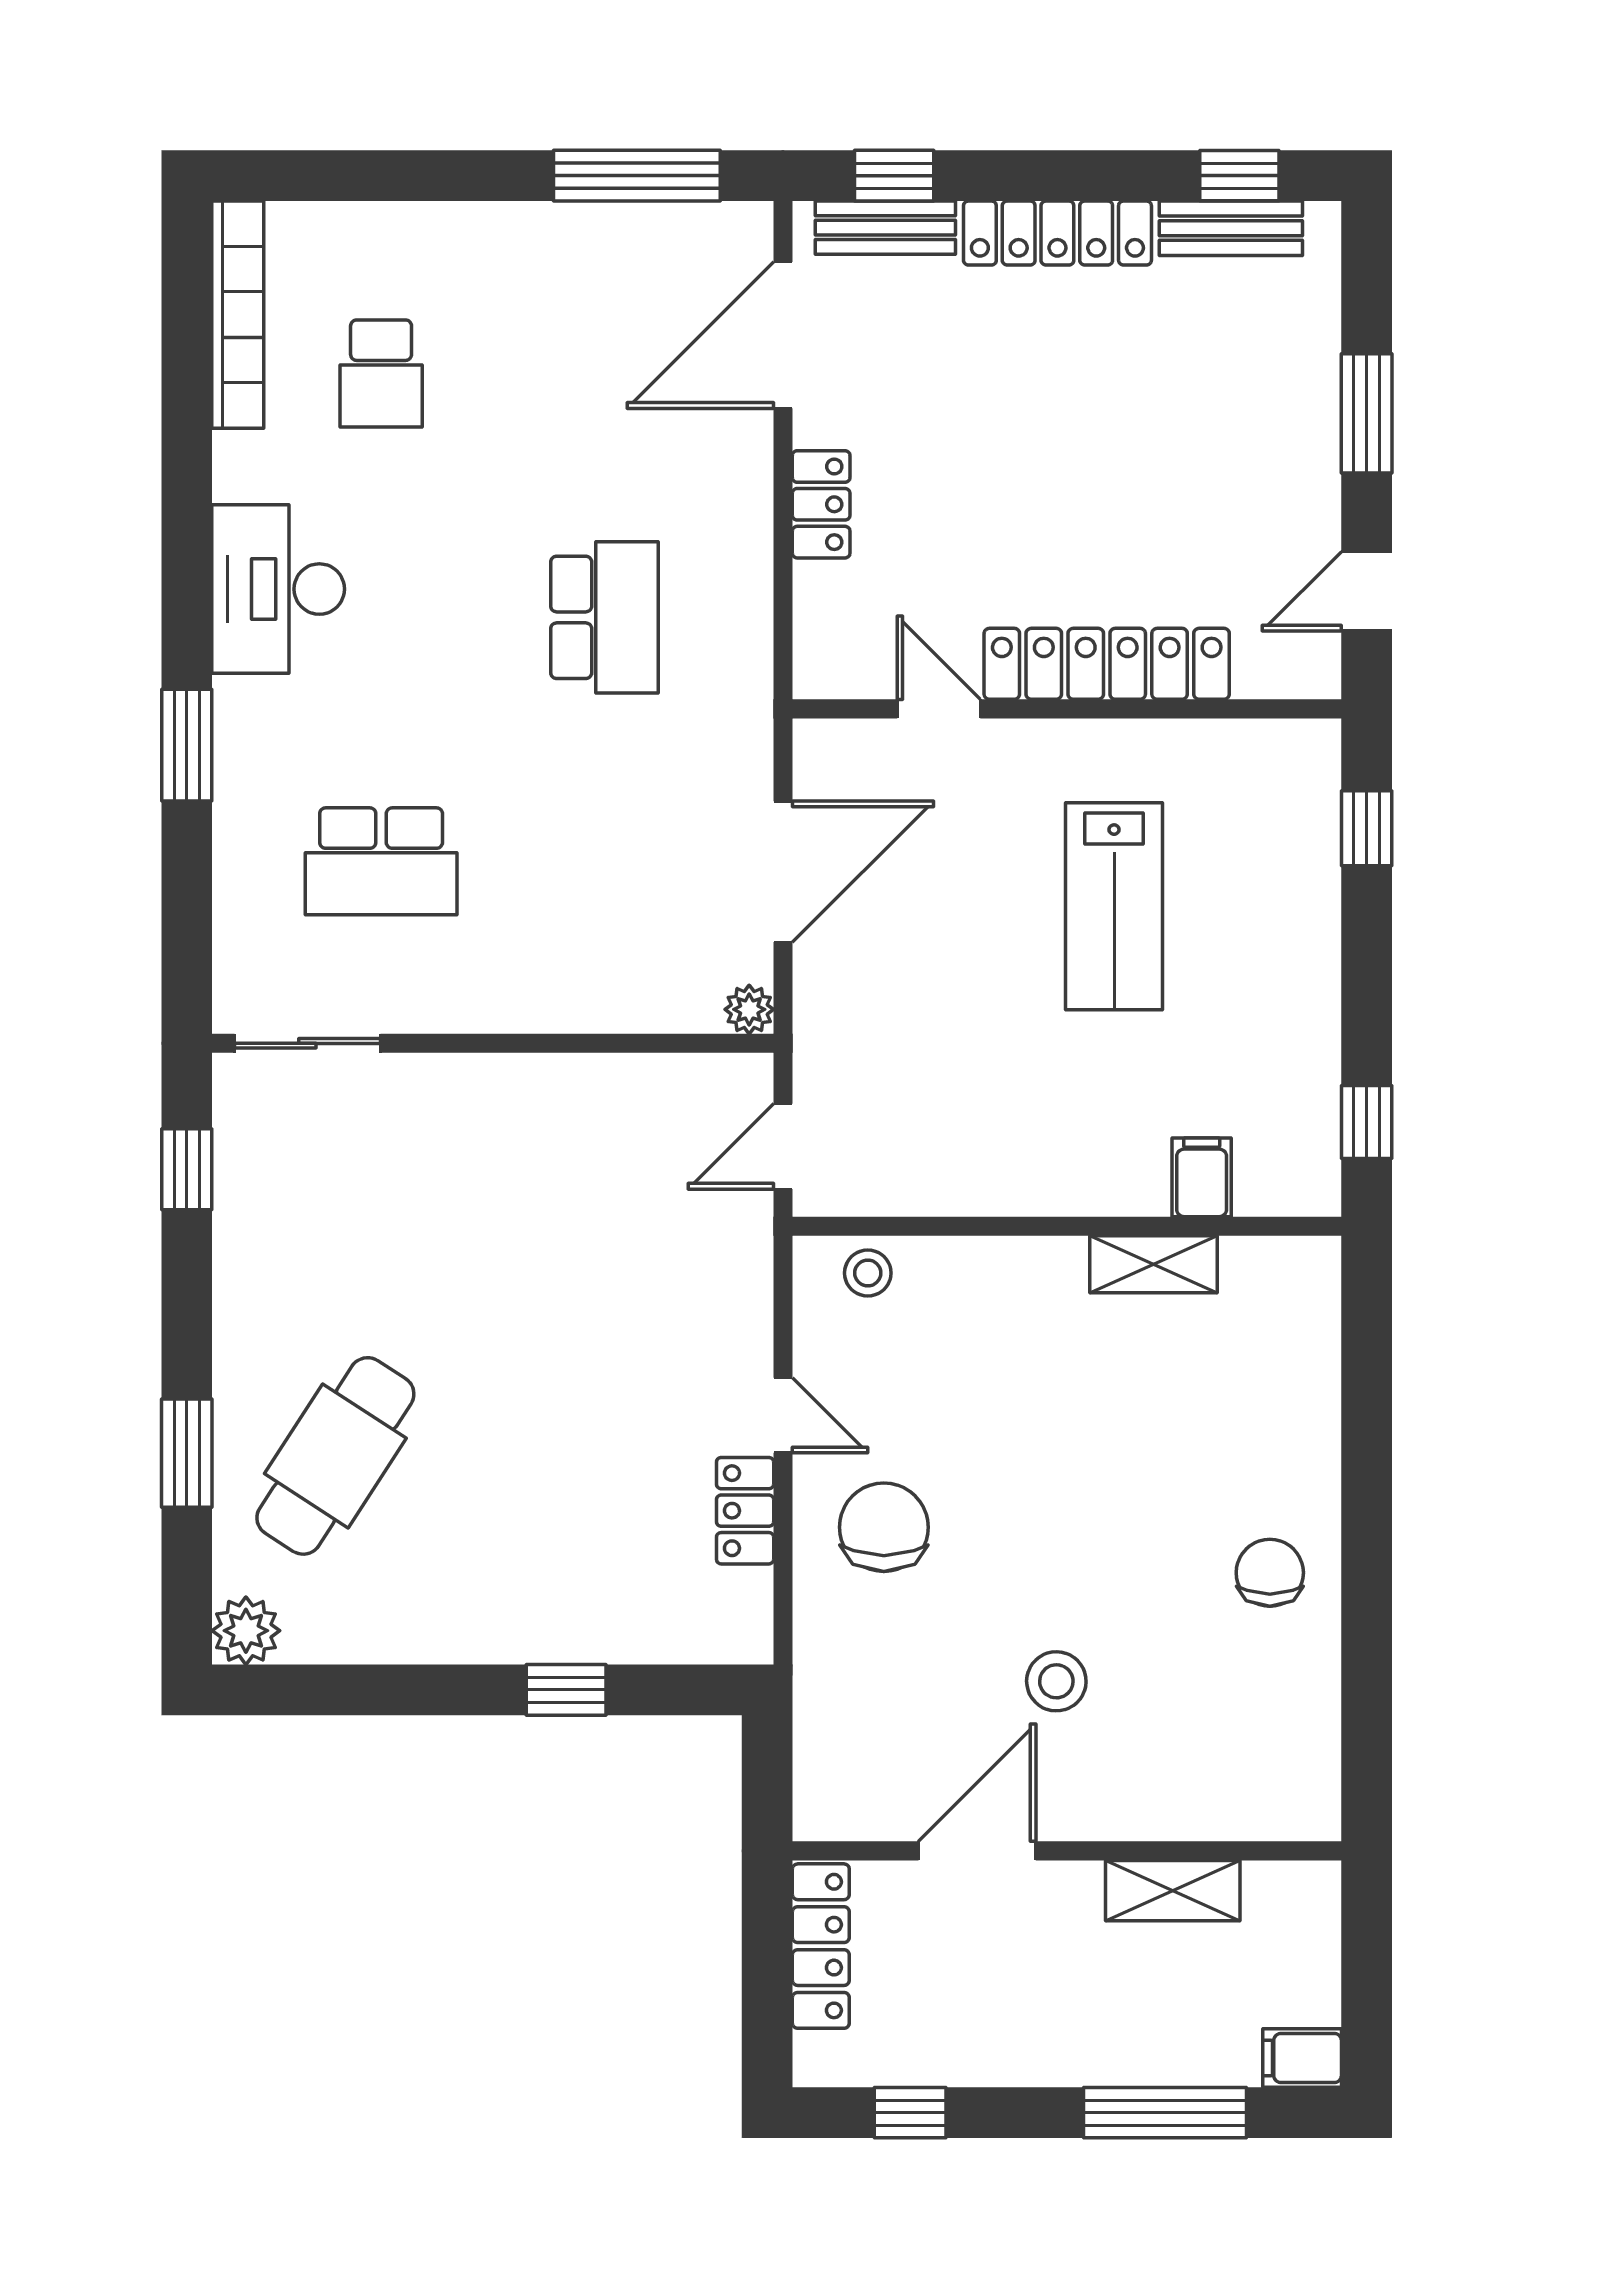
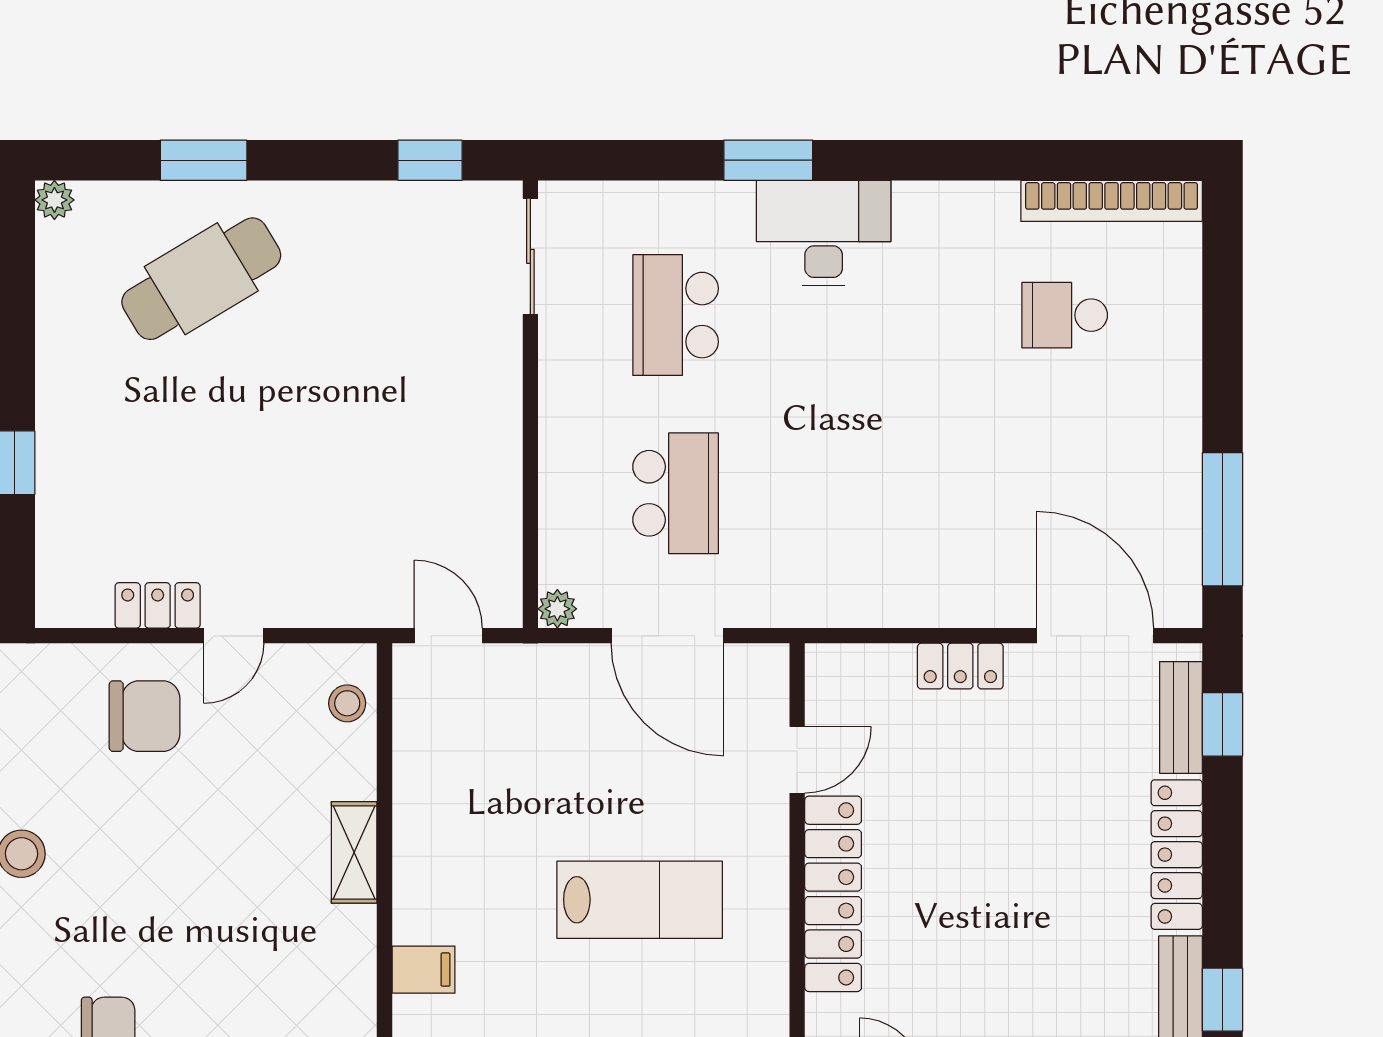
desk: (278, 589) -> (824, 233), moved
school desk: (604, 617) -> (676, 493), moved, turned -90
lab bench: (1114, 906) -> (640, 900), turned 180
shelving: (1153, 1264) -> (354, 852), moved
cafe table: (335, 1456) -> (201, 279), turned -64
plant: (246, 1631) -> (54, 200), width x0.73, depth x0.73

